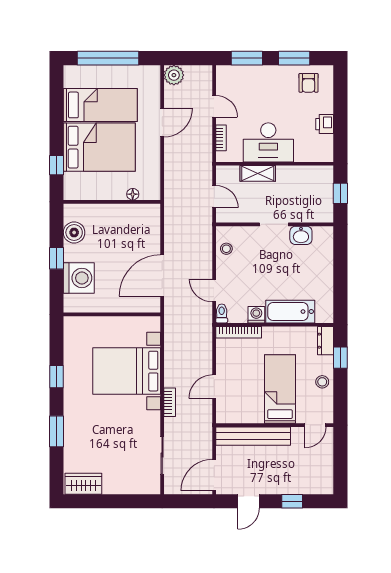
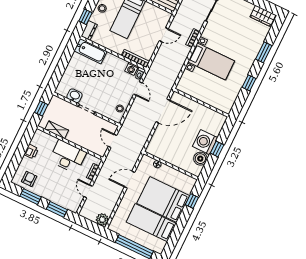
door: (162, 123) -> (130, 180), moved
shelving: (258, 173) -> (57, 130), moved
washing machine: (79, 278) -> (205, 142), moved
bathtub: (290, 312) -> (90, 51), moved
washing machine: (256, 315) -> (131, 69), moved
bed with nightstands: (127, 371) -> (211, 61), width x0.73

